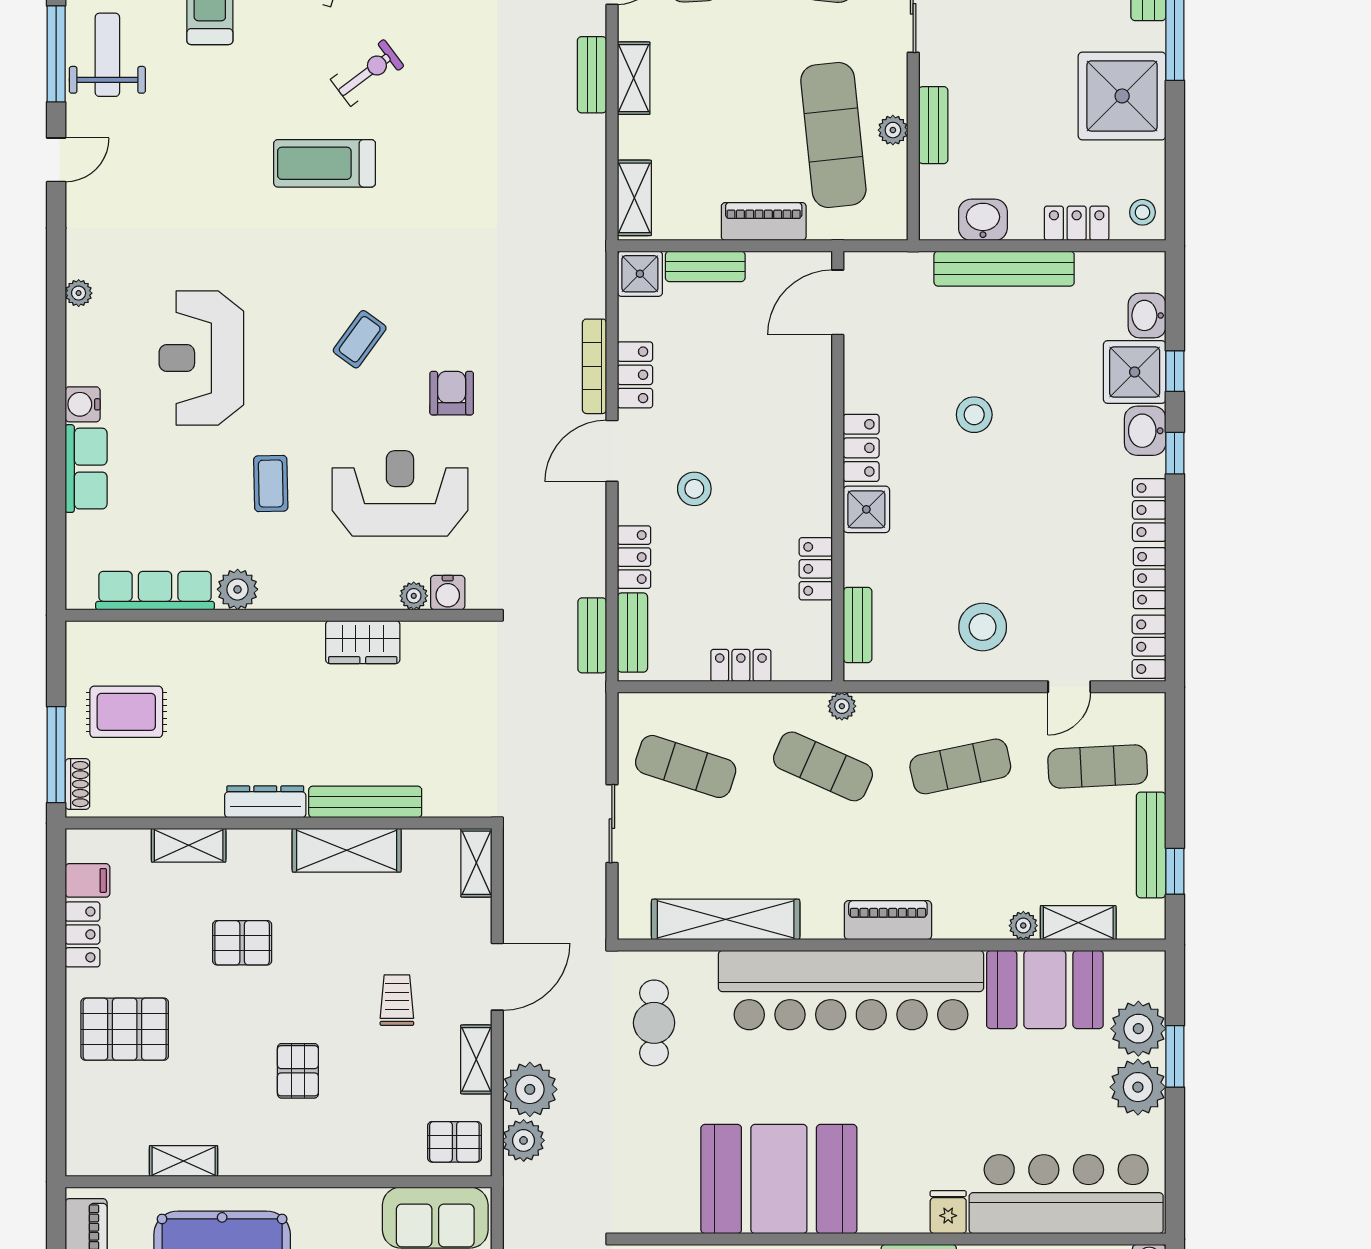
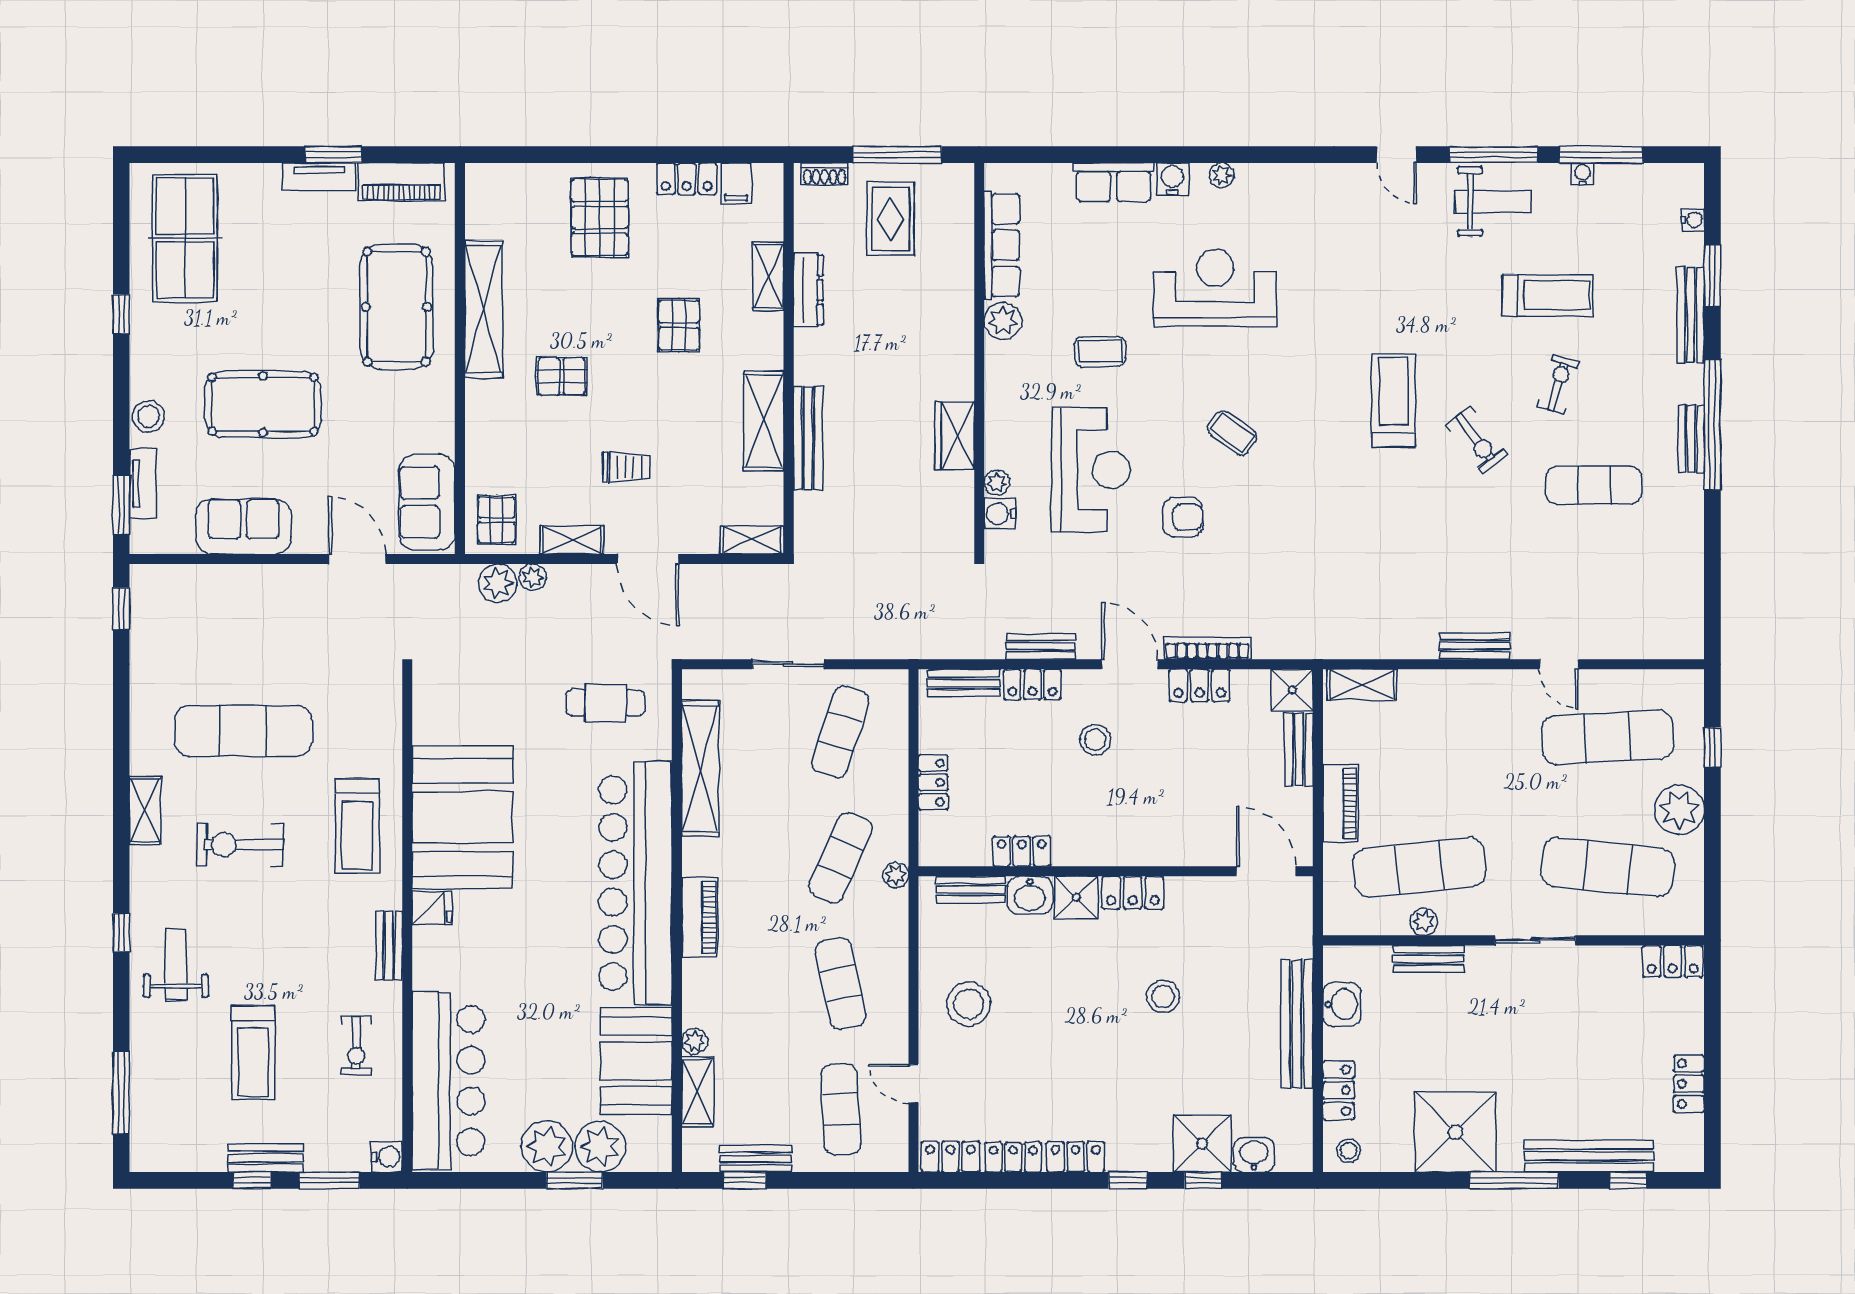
shelving: (634, 78) -> (1472, 684), removed
plant: (79, 293) -> (1222, 175), moved
washbasin: (1145, 431) -> (1030, 895), moved, turned 180
bench: (592, 635) -> (1041, 646), moved
window: (56, 755) -> (897, 155), moved
dresser: (265, 802) -> (808, 290), moved
bench: (1151, 845) -> (756, 1159), width x0.73
plant: (530, 1089) -> (533, 577), width x0.53, depth x0.53
shelving: (184, 1161) -> (484, 309), width x2.20, depth x1.33
fridge: (948, 1212) -> (432, 908), moved

